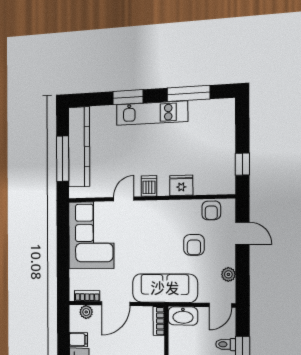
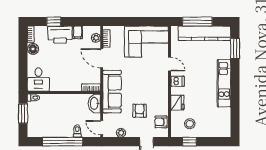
window: (189, 94) -> (235, 107), removed
window: (128, 97) -> (235, 49), moved
stool: (214, 164) -> (190, 124), added
armchair: (194, 245) -> (140, 111), turned 90

